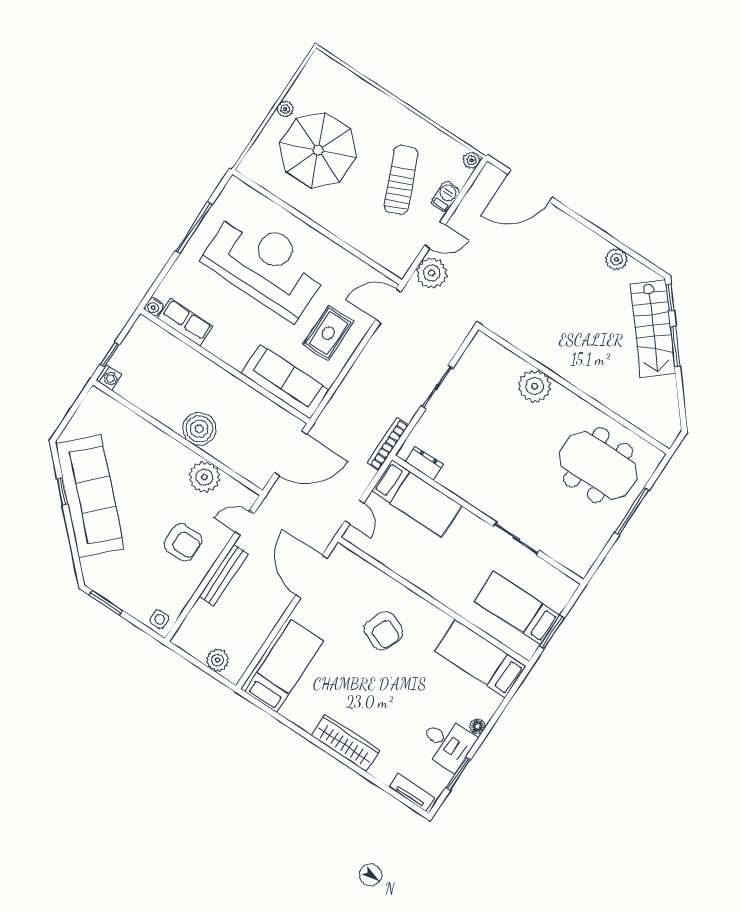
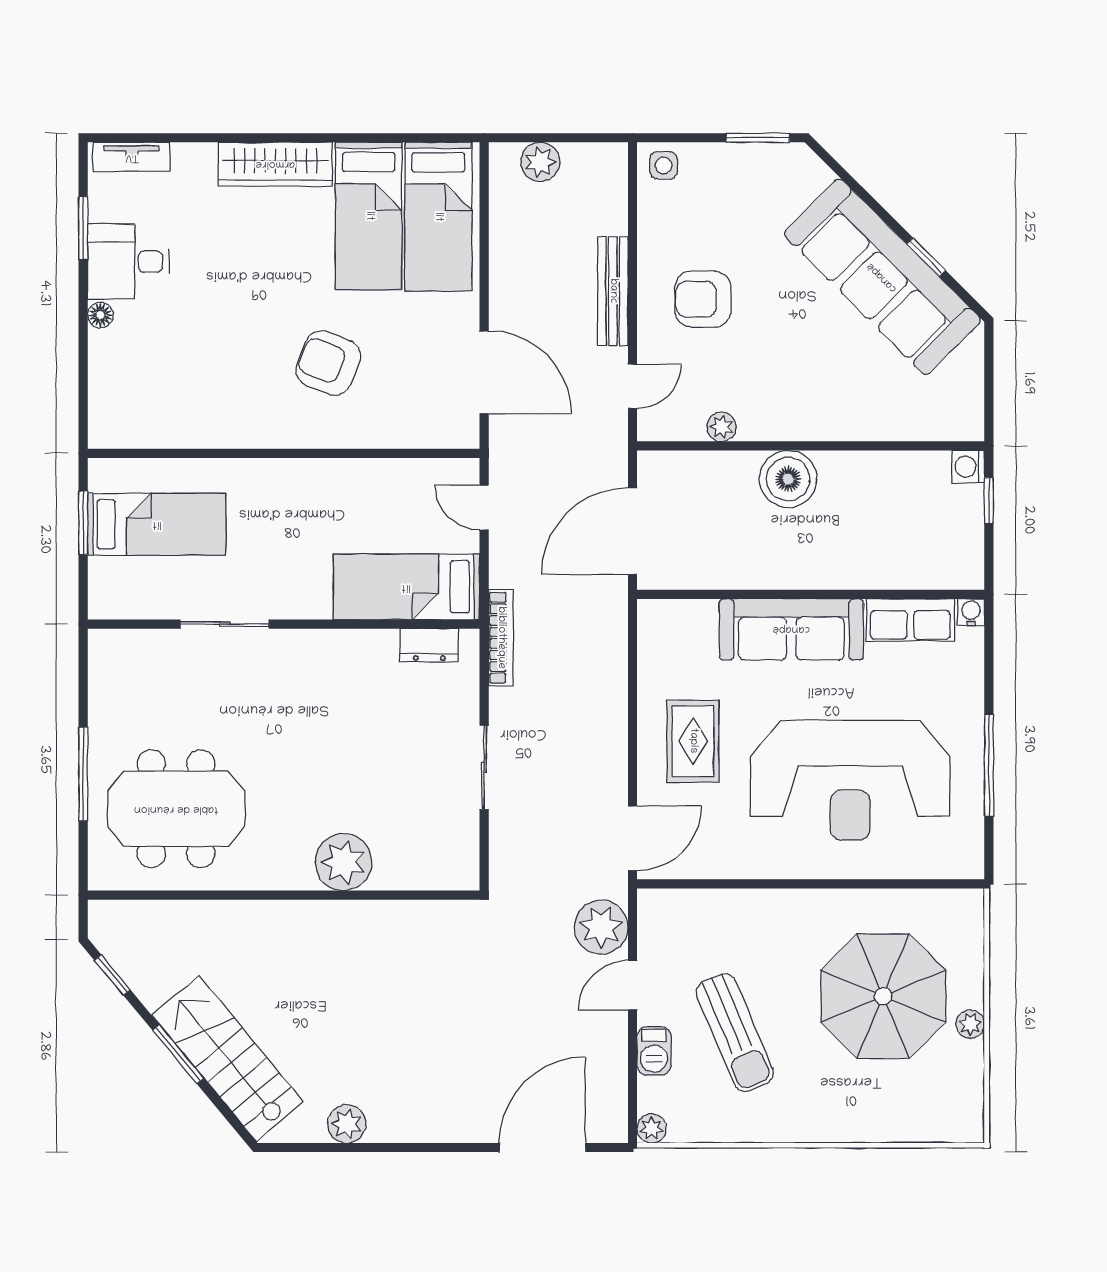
window: (670, 297) -> (112, 975), moved
sofa: (285, 382) -> (791, 629), moved
plant: (204, 477) -> (722, 427), width x0.53, depth x0.53
bed: (480, 659) -> (369, 216), moved, turned 90

